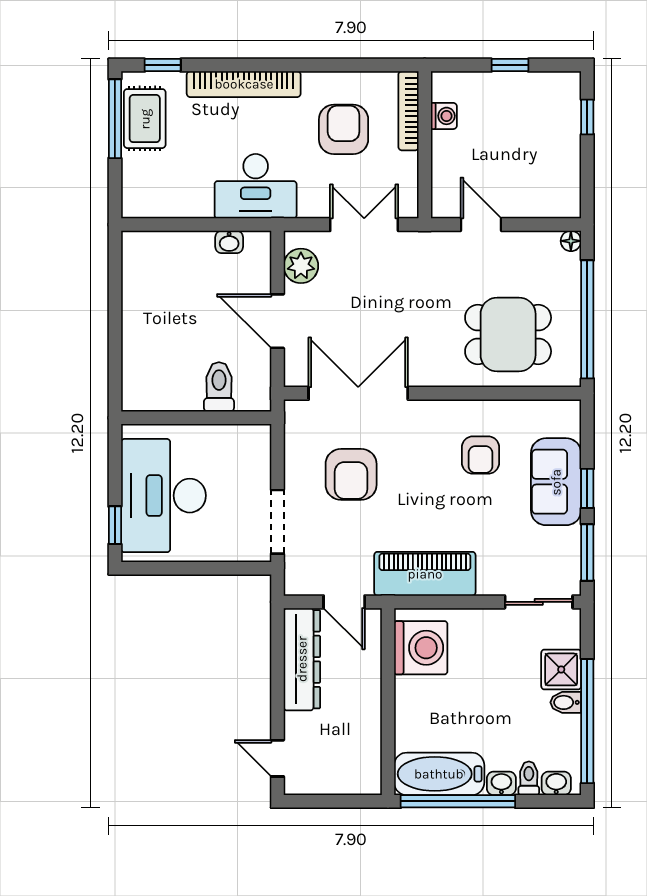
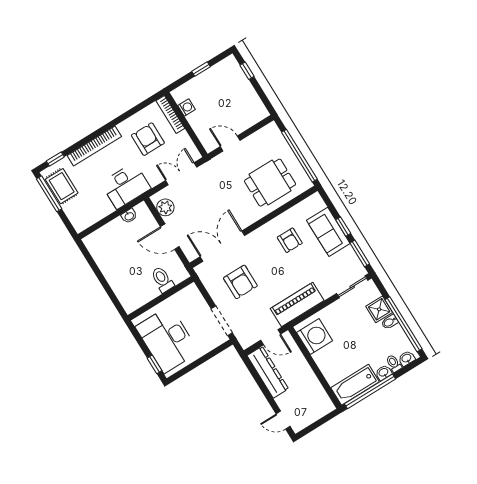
floor lamp: (571, 241) -> (272, 127), removed

